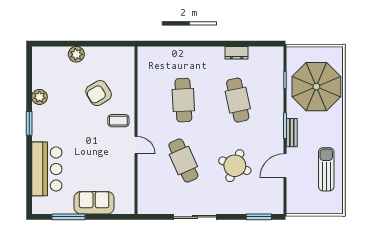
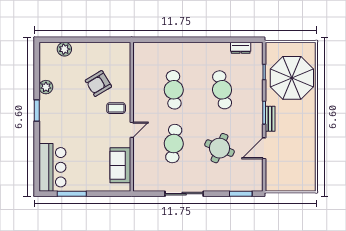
dresser: (237, 53) -> (241, 48), moved
plant: (76, 54) -> (64, 49), moved
door: (136, 145) -> (132, 130), hinge flipped
cafe table: (183, 161) -> (174, 144), turned 30
bar counter: (47, 169) -> (52, 167), moved
sun lounger: (326, 169) -> (301, 151), removed
sofa: (94, 203) -> (120, 165), moved, turned -90

